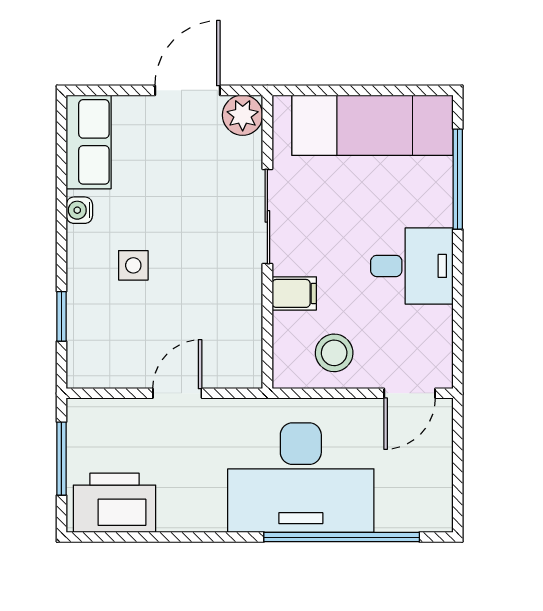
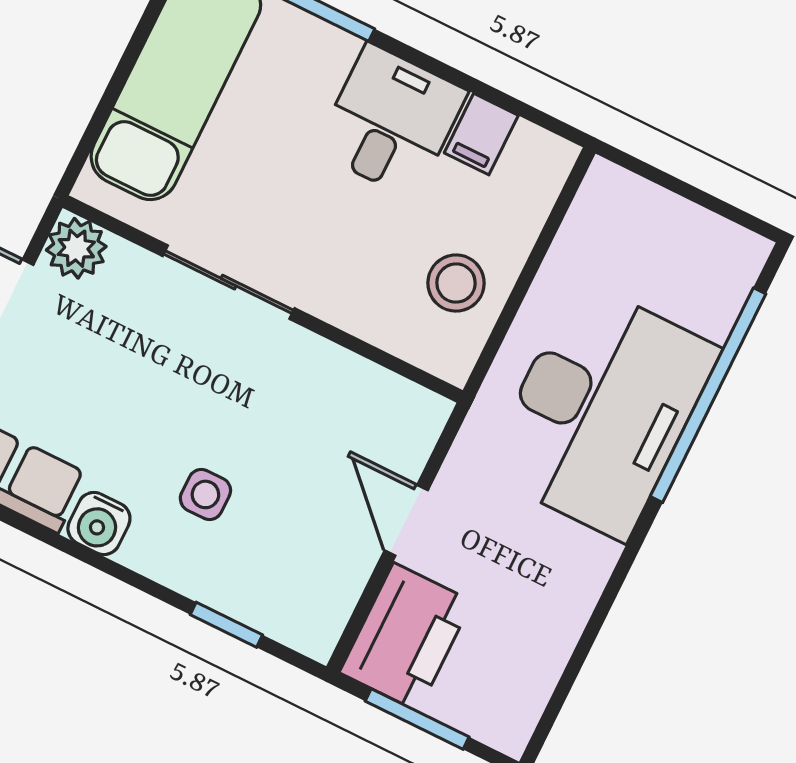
water cooler: (79, 210) -> (99, 523), width x1.38, depth x1.38
filing cabinet: (294, 293) -> (481, 134), moved, turned 180
door: (410, 393) -> (560, 209), removed
printer: (115, 503) -> (406, 637), moved, turned 180

